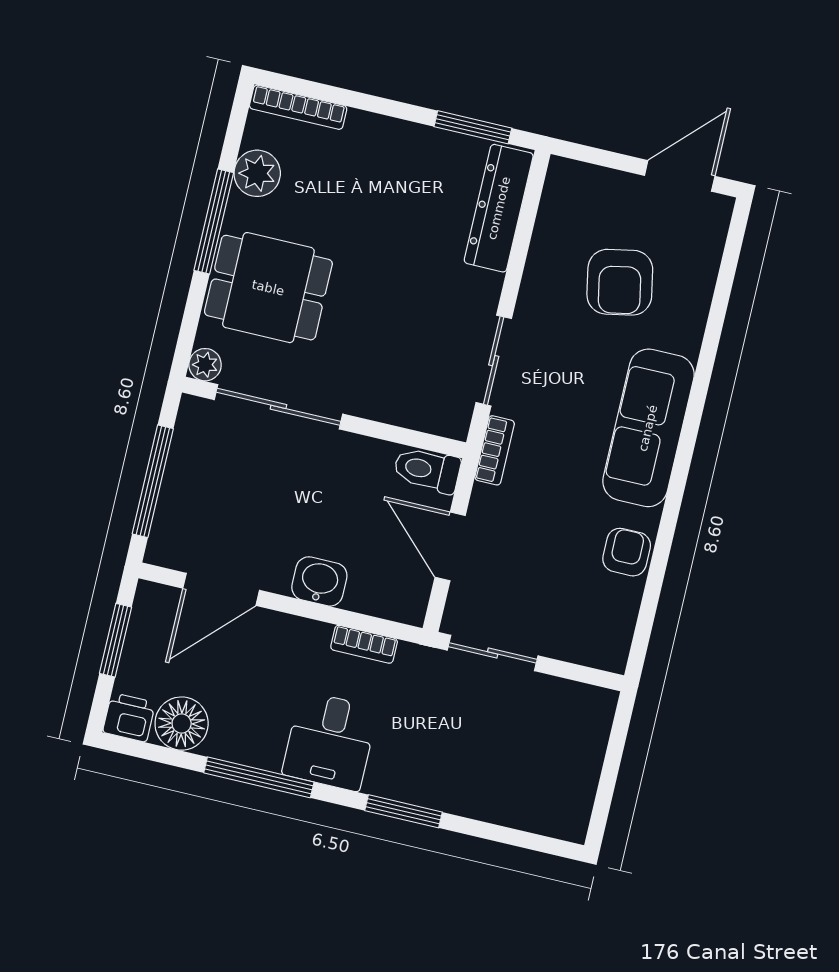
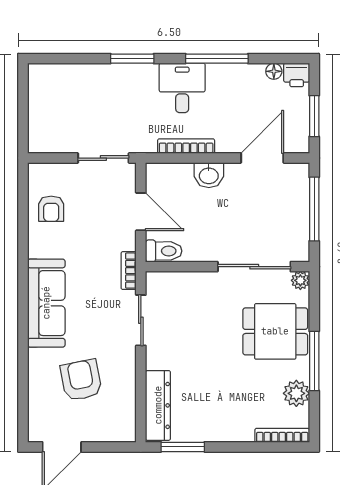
armchair: (627, 552) -> (51, 209), moved
bookcase: (364, 644) -> (186, 146), width x1.56
floor lamp: (182, 724) -> (274, 71), width x0.53, depth x0.53

